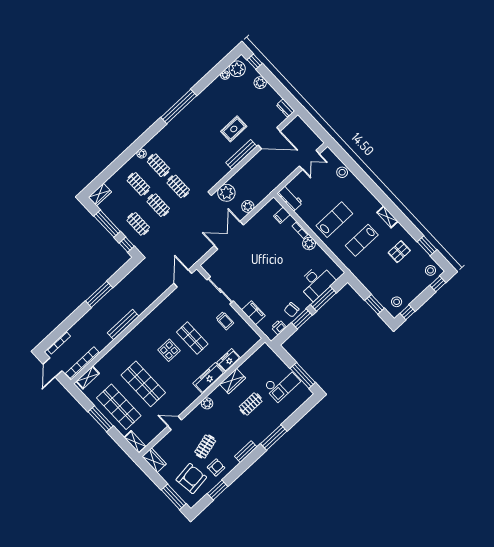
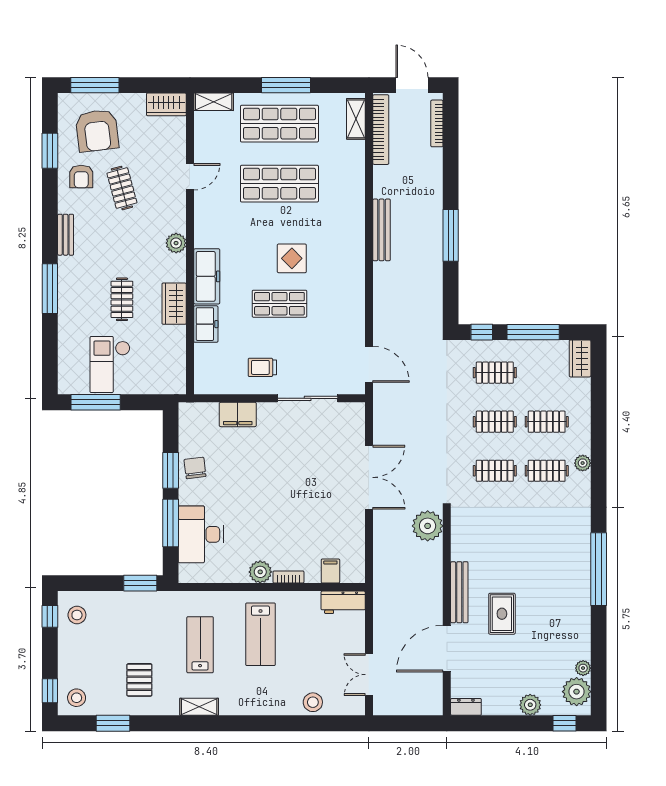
plant: (248, 206) -> (384, 537), removed
window: (375, 304) -> (140, 583), moved
printer: (279, 327) -> (188, 430), removed

